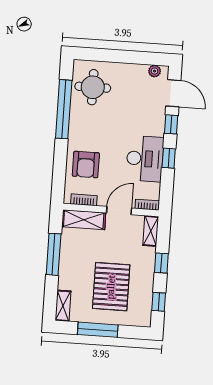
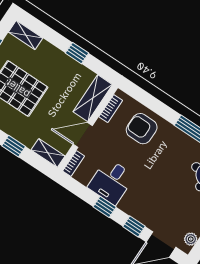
desk: (145, 159) -> (111, 181), width x0.73
door: (119, 211) -> (83, 135), swing flipped
window: (54, 254) -> (77, 53), width x0.46

